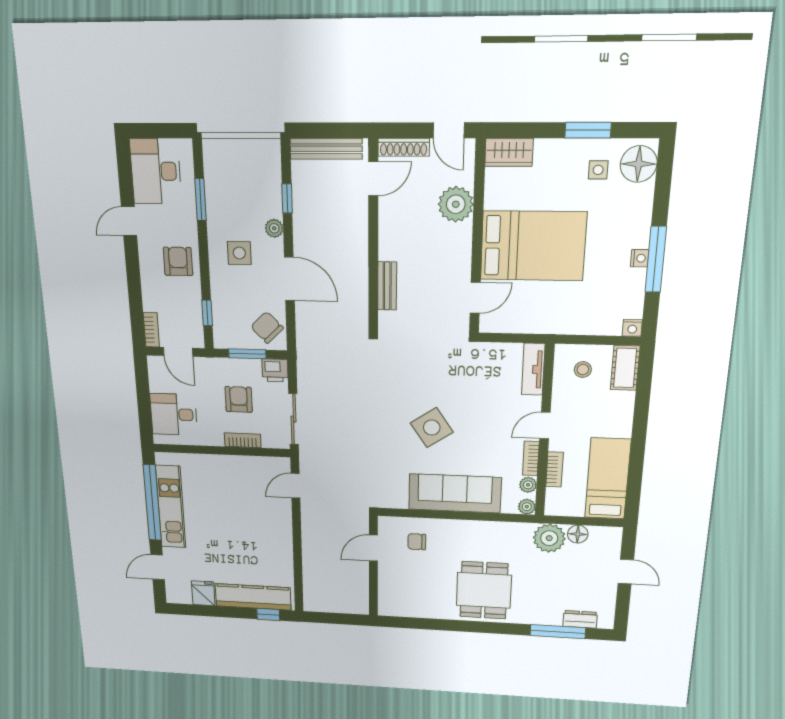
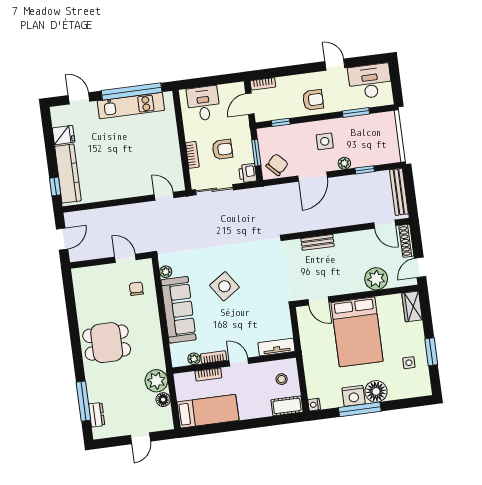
floor lamp: (639, 164) -> (376, 391), moved
nightstand: (640, 258) -> (354, 396), width x1.89, depth x1.79
plant: (527, 507) -> (166, 272), moved
door: (337, 619) -> (62, 239), added

